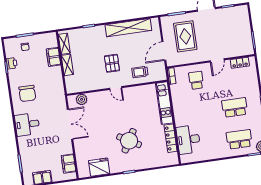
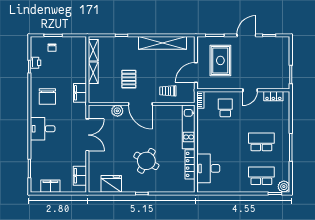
filing cabinet: (53, 57) -> (80, 93), moved
pallet: (112, 63) -> (129, 79), moved
door: (116, 88) -> (140, 104), width x1.88
plant: (82, 99) -> (117, 111), moved

